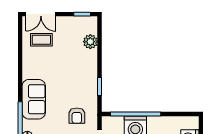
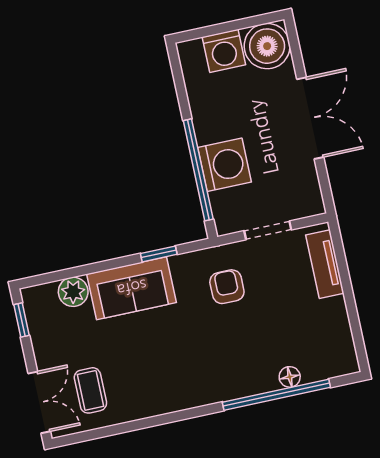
sofa: (34, 99) -> (132, 288), moved, turned 180
armchair: (77, 116) -> (227, 287), turned -90

